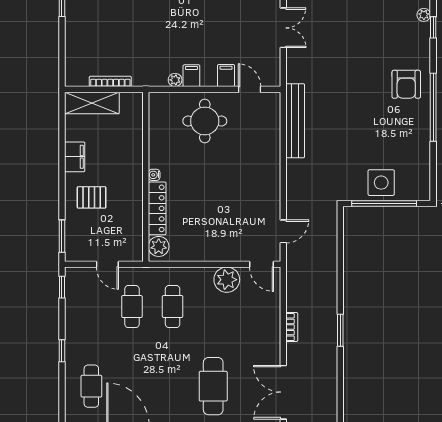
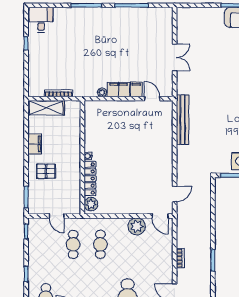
filing cabinet: (191, 76) -> (119, 90), width x2.00
round table: (205, 121) -> (122, 120), removed

